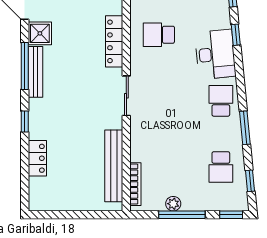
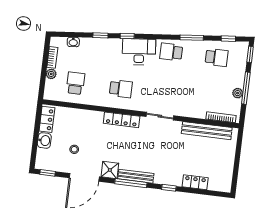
school desk: (159, 35) -> (121, 89), turned -90

